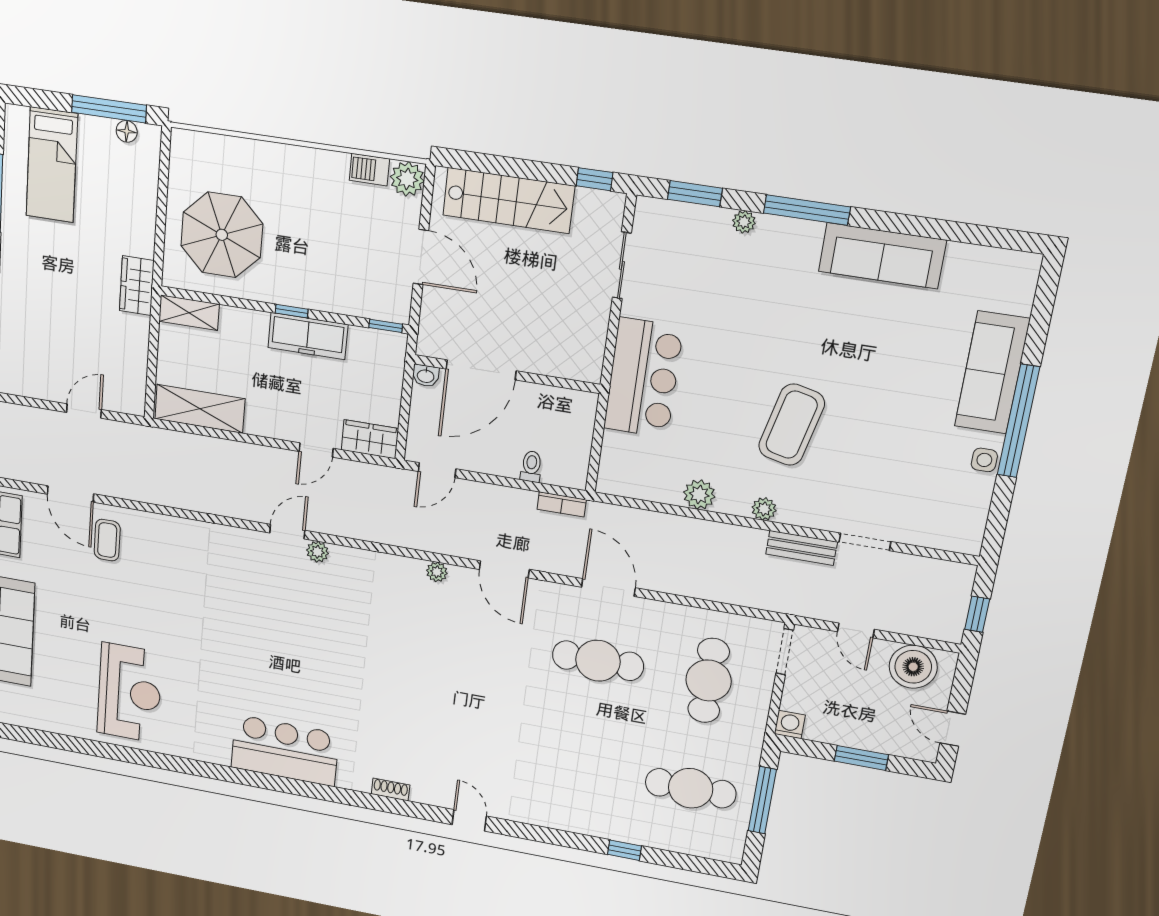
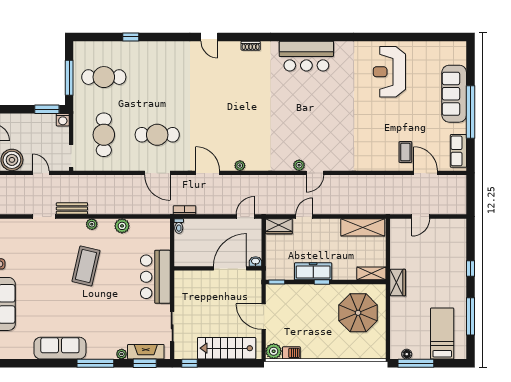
fireplace: (688, 219) -> (146, 352), added
toilet: (531, 466) -> (179, 226), moved
window: (861, 758) -> (47, 109), moved

